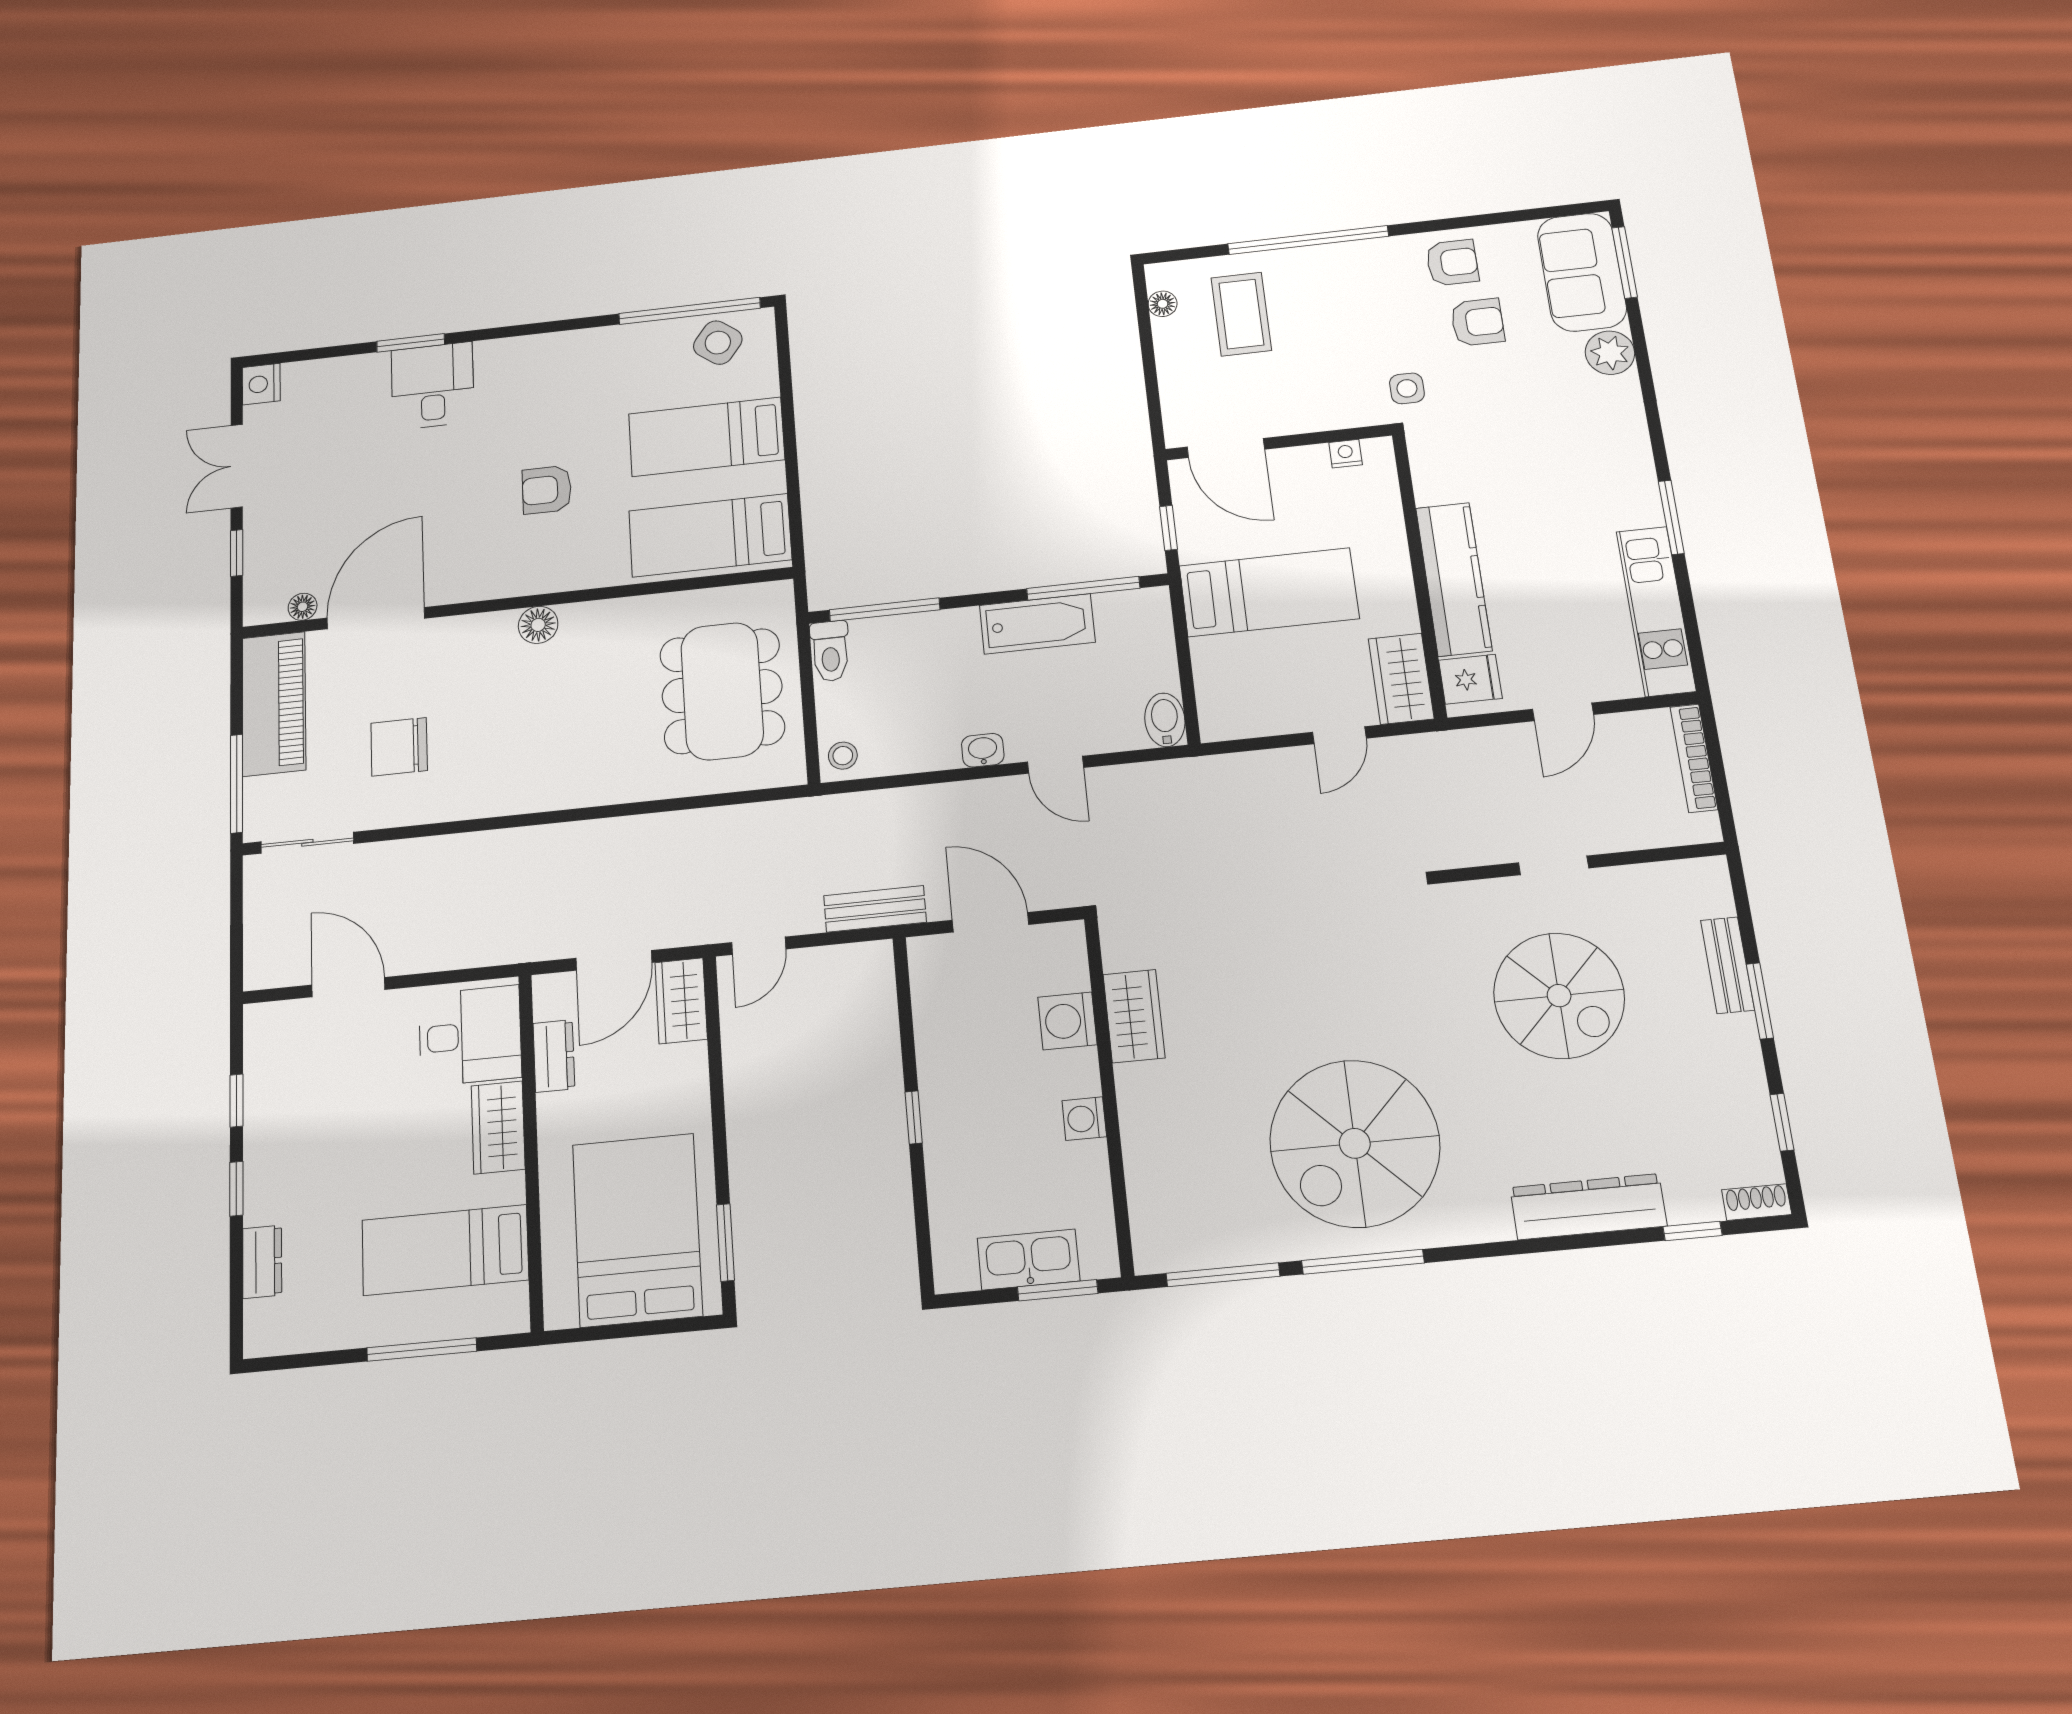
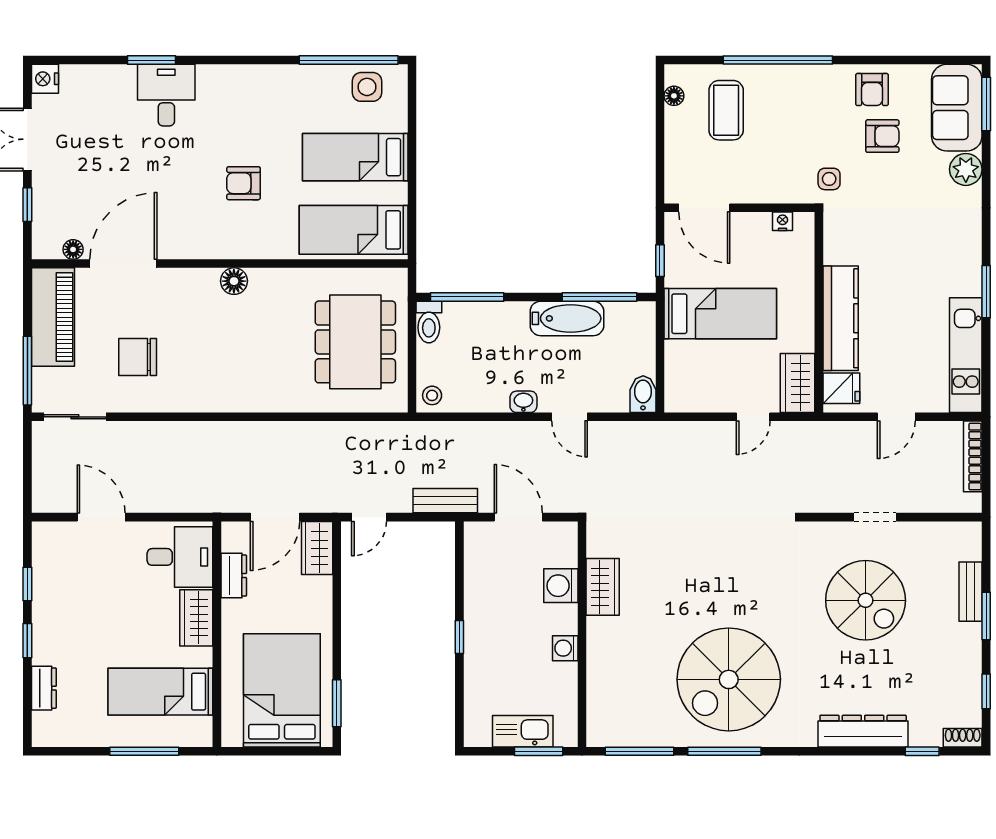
armchair: (1452, 263) -> (872, 90), turned 90
side table: (718, 343) -> (367, 87), turned -37

